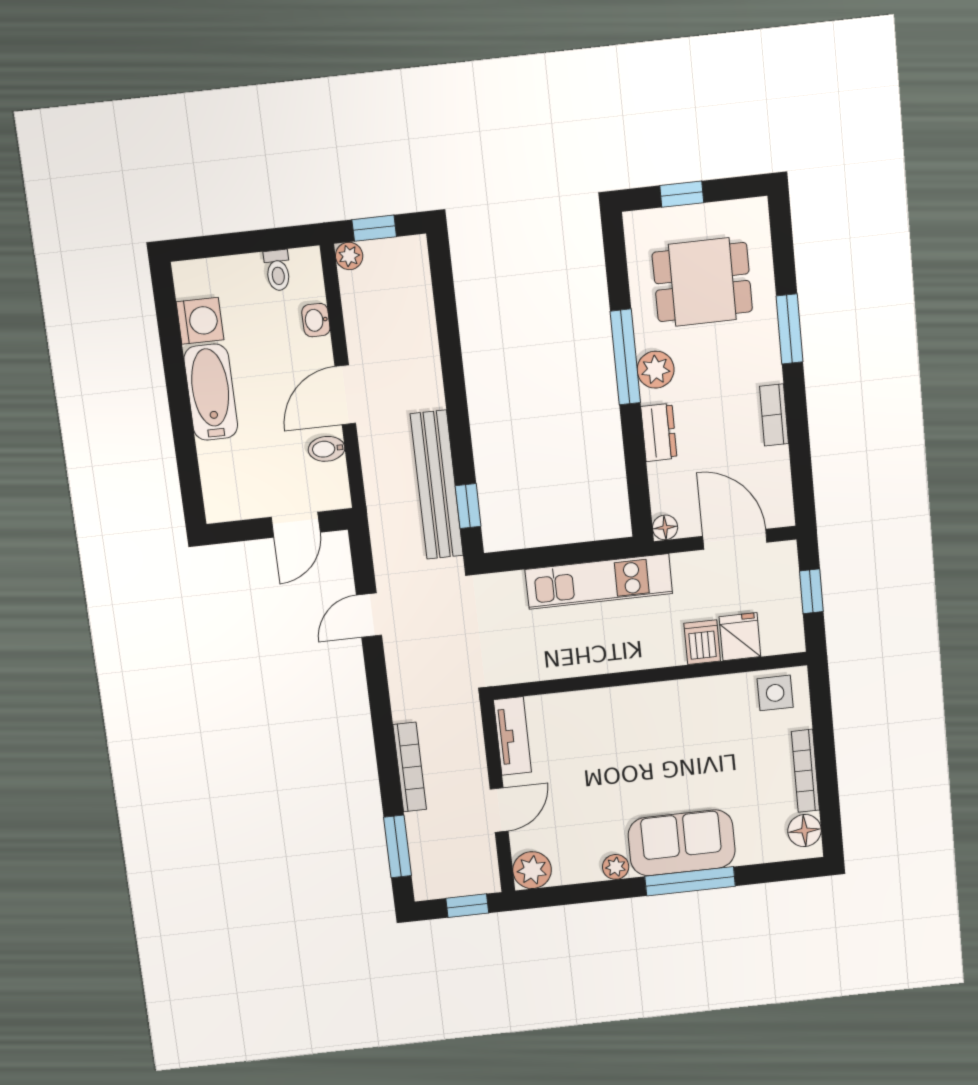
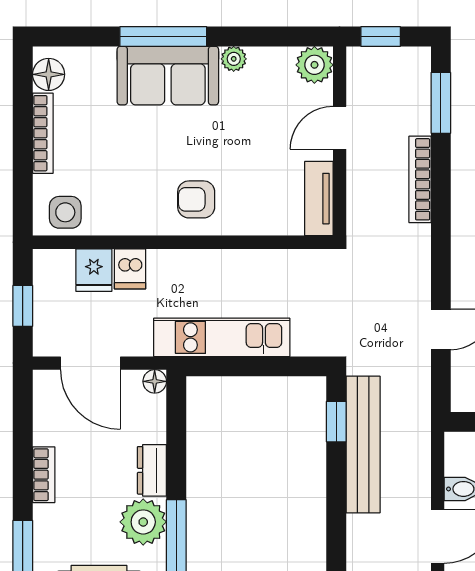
plant: (656, 370) -> (143, 522), width x1.36, depth x1.36
armchair: (640, 721) -> (196, 199), added

